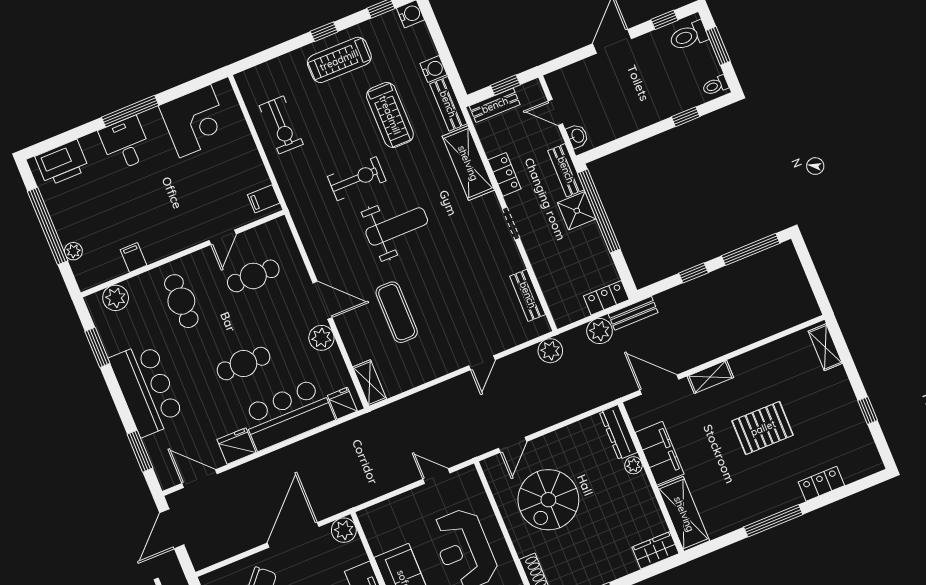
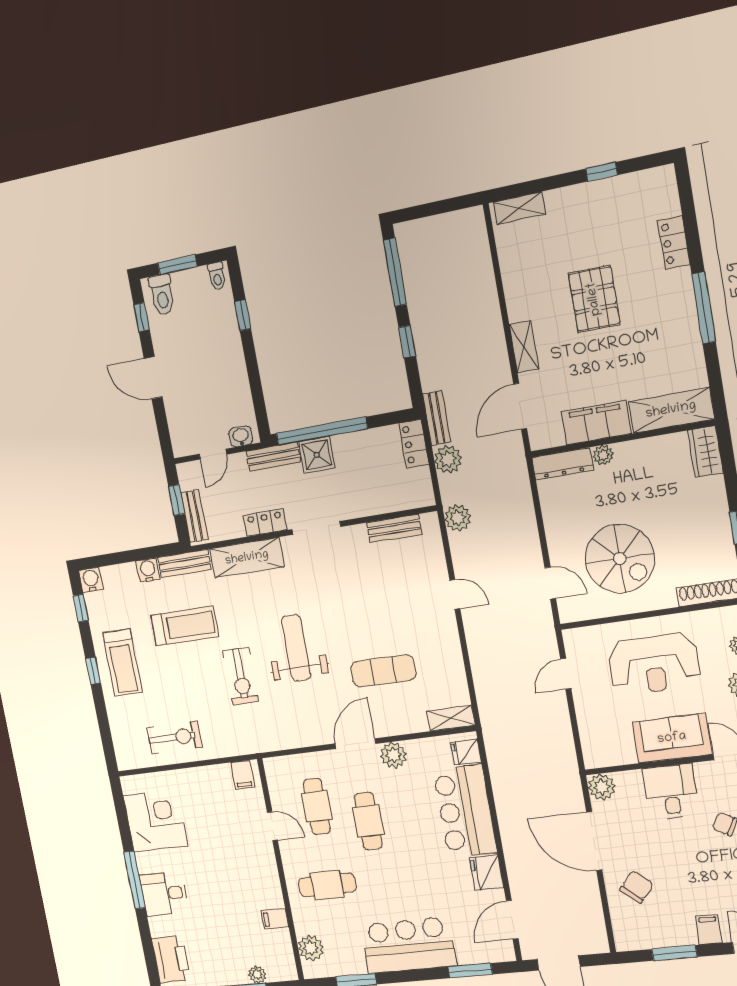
exercise bike: (357, 179) -> (241, 676), turned 180
doorway: (511, 224) -> (316, 528), width x1.38
cafe table: (244, 364) -> (368, 821), moved

